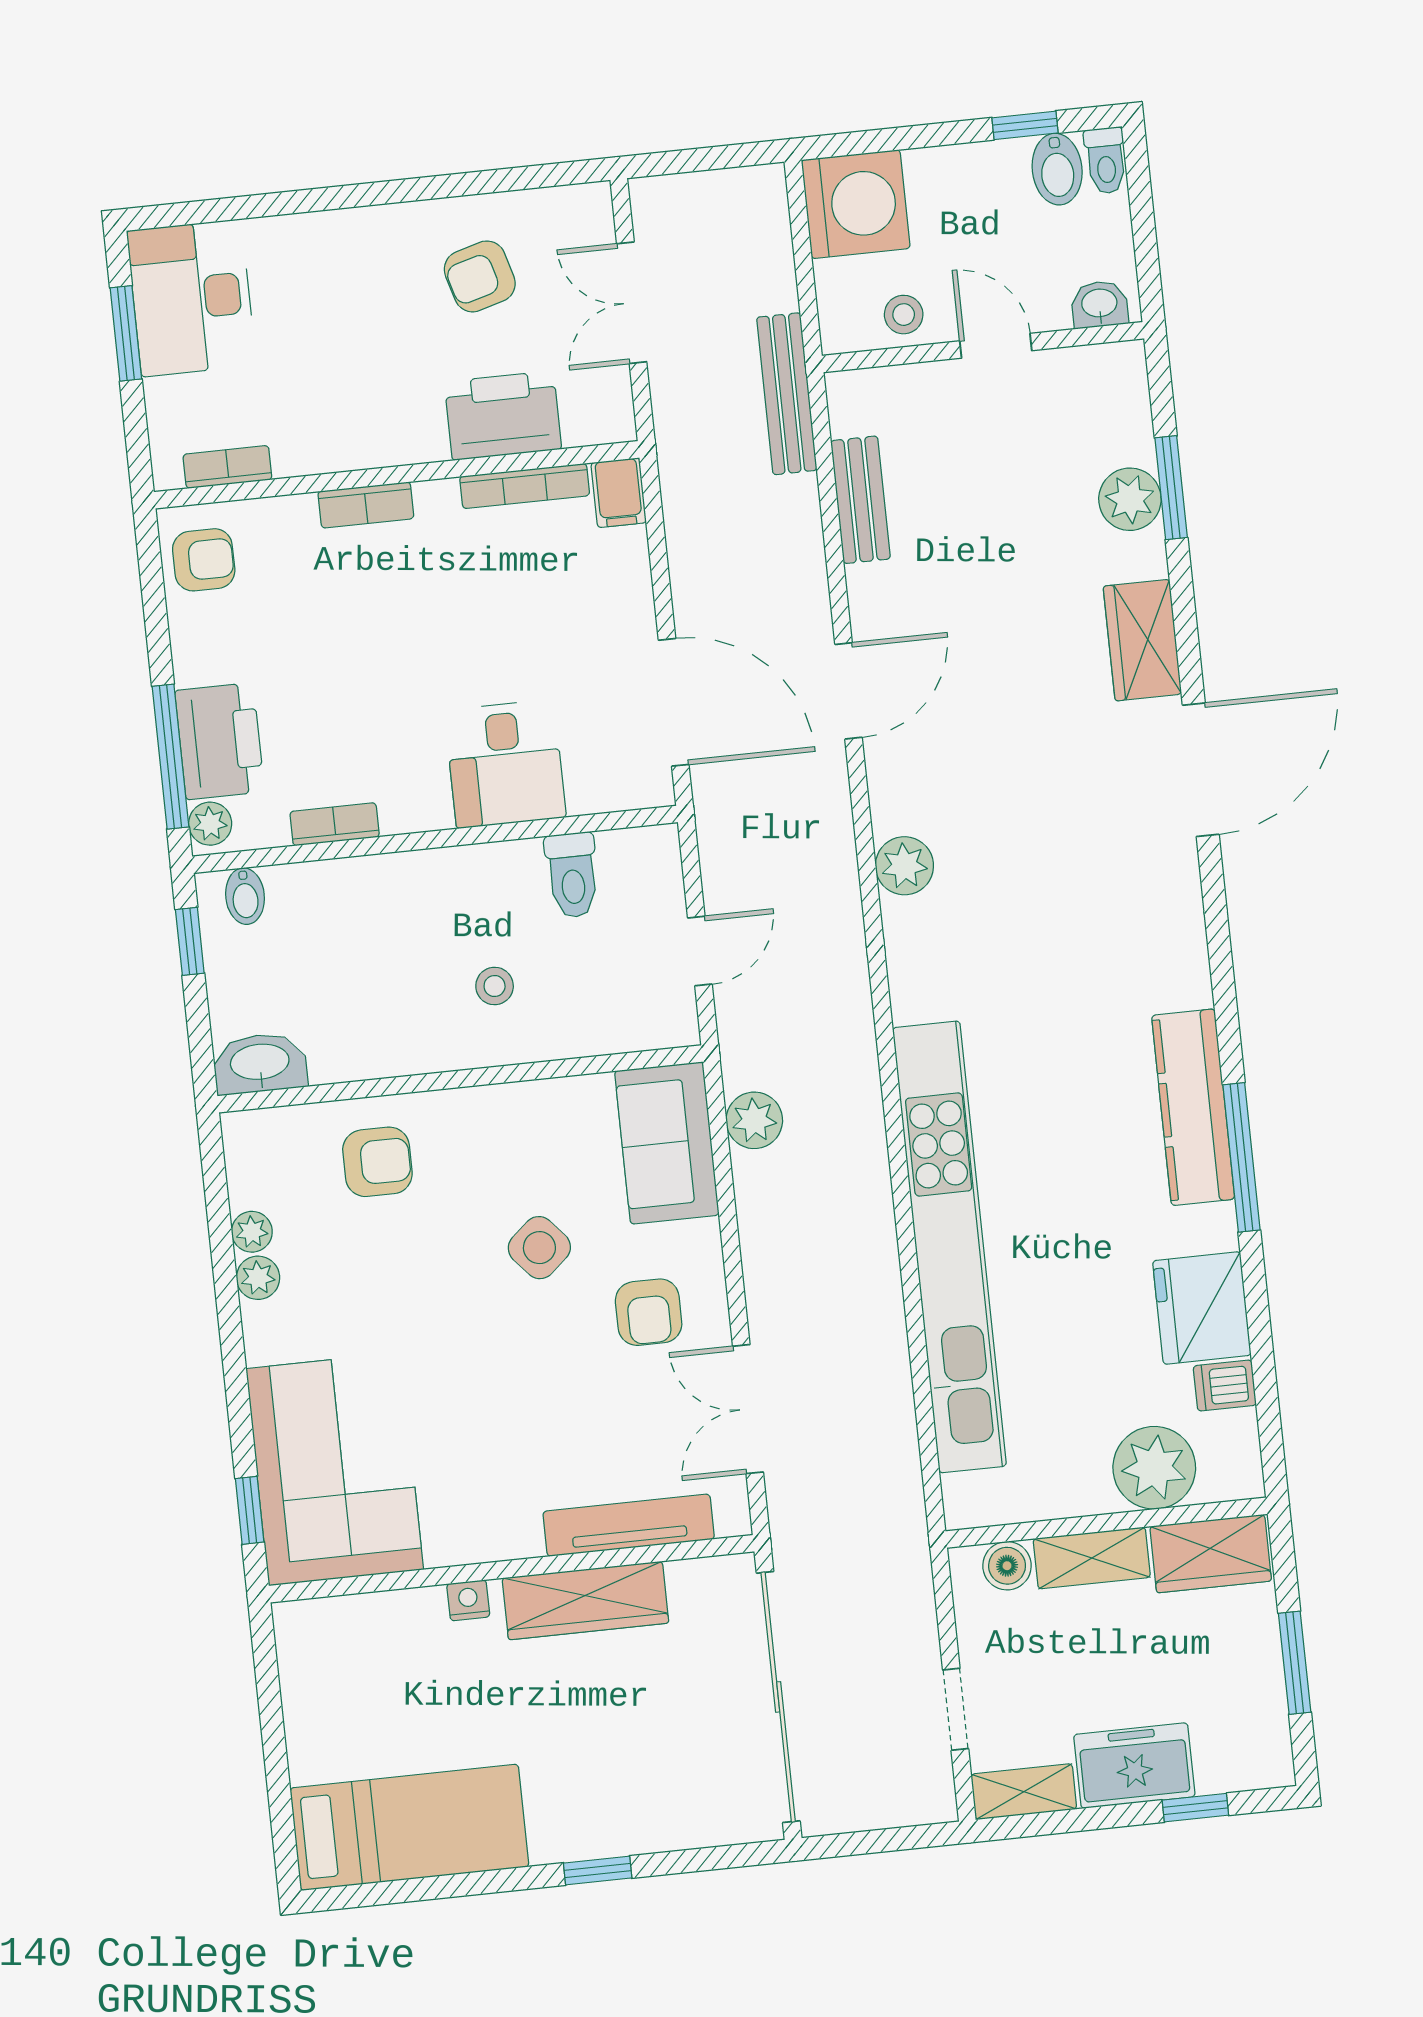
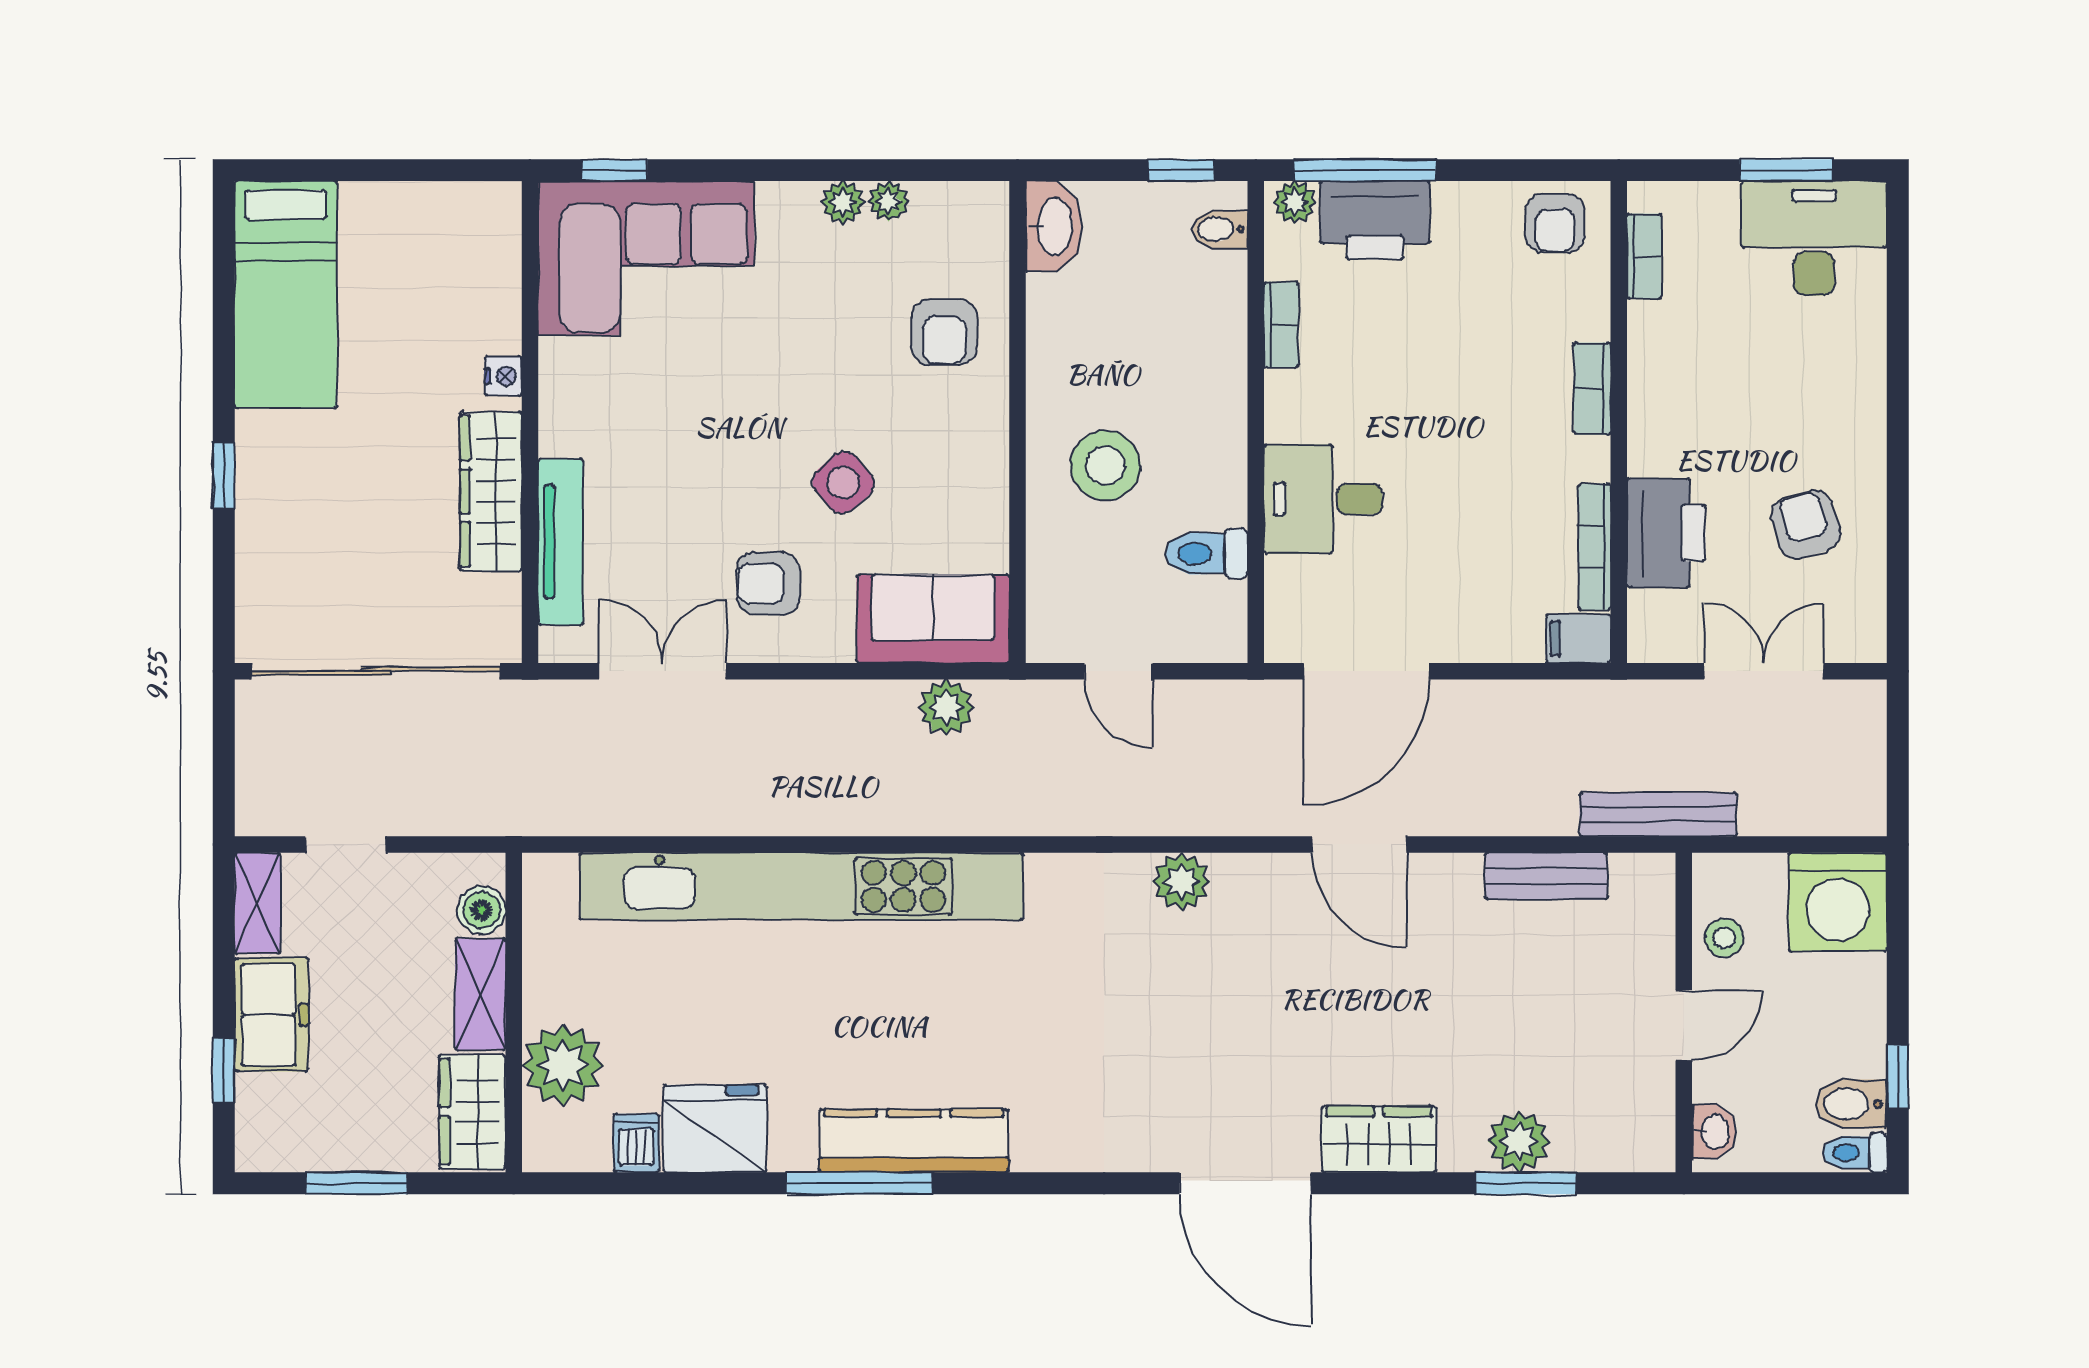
stool: (495, 986) -> (1105, 465), width x1.89, depth x1.89

